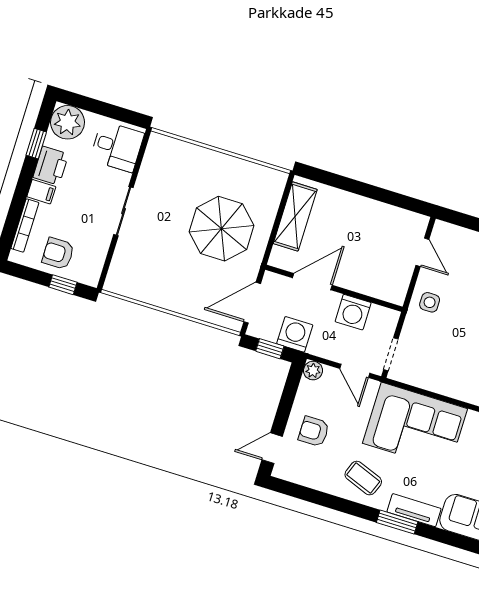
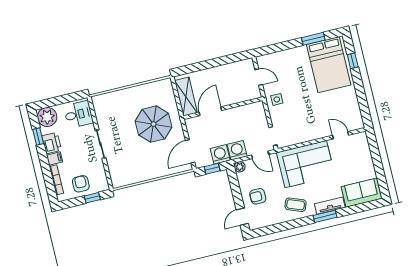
armchair: (58, 253) -> (81, 184), turned 90
door: (312, 282) -> (210, 111), moved
wall: (334, 288) -> (223, 108), moved
washing machine: (353, 312) -> (237, 150), moved, turned 180

